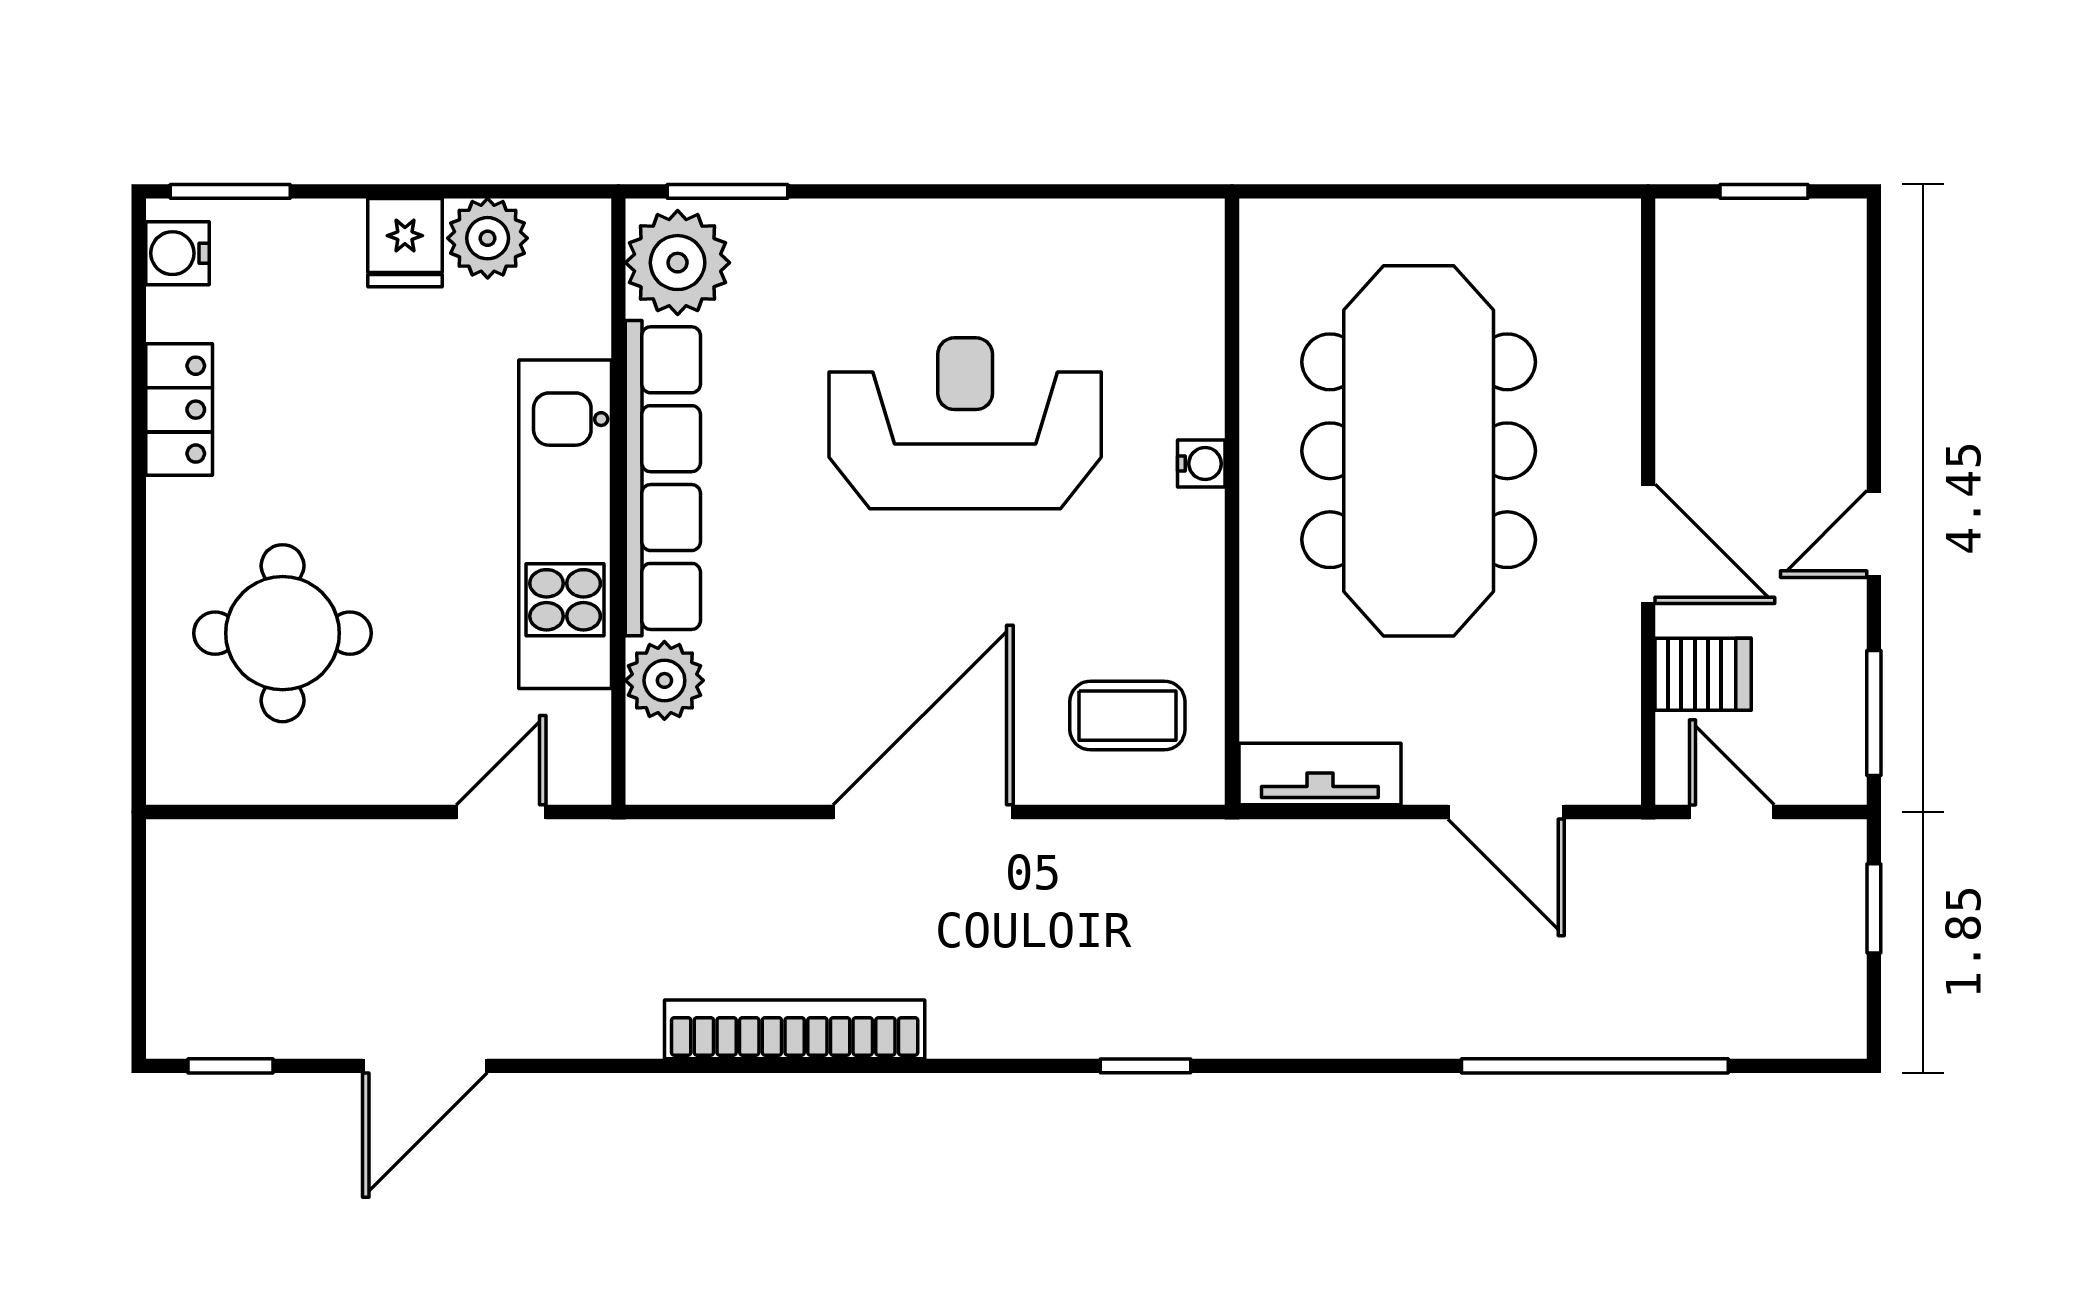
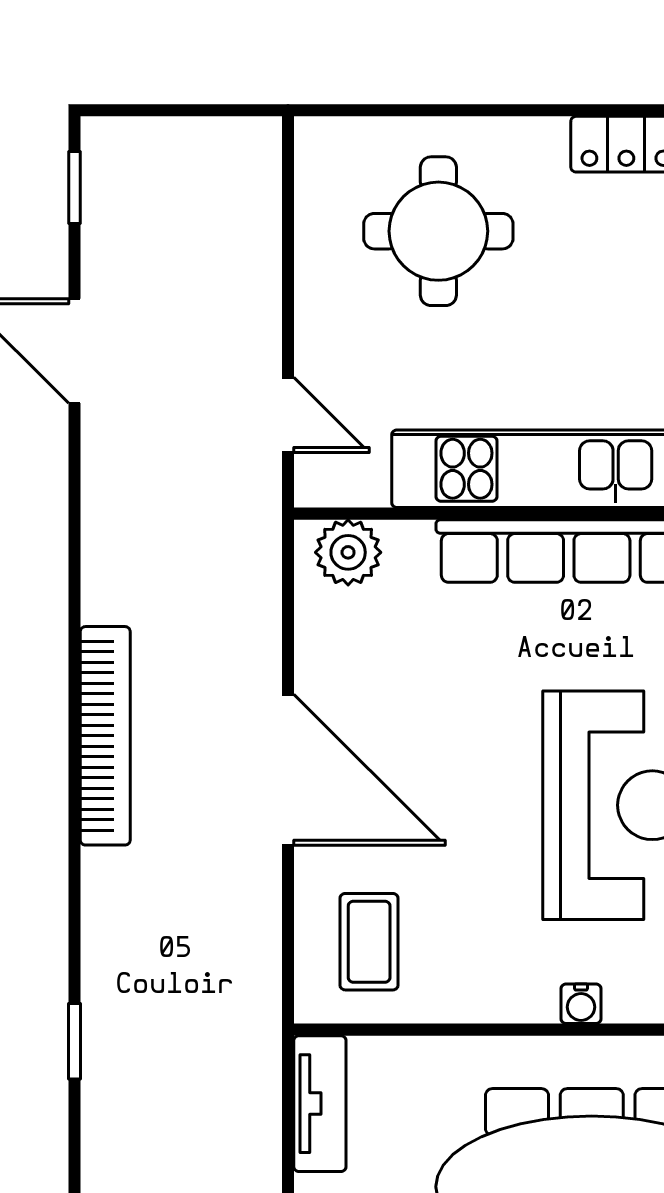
plant: (664, 680) -> (348, 552), moved
bookcase: (795, 1029) -> (105, 736), moved
window: (1146, 1066) -> (74, 1041), moved

